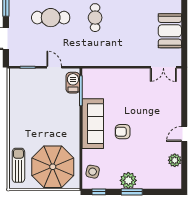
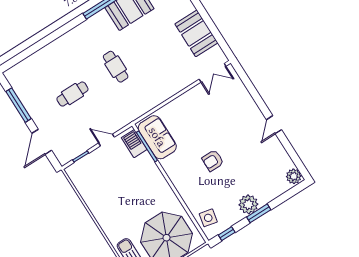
cafe table: (51, 18) -> (72, 94), width x0.73, depth x0.74
sofa: (93, 124) -> (157, 137), moved, width x0.73
plant: (175, 160) -> (294, 176), moved

